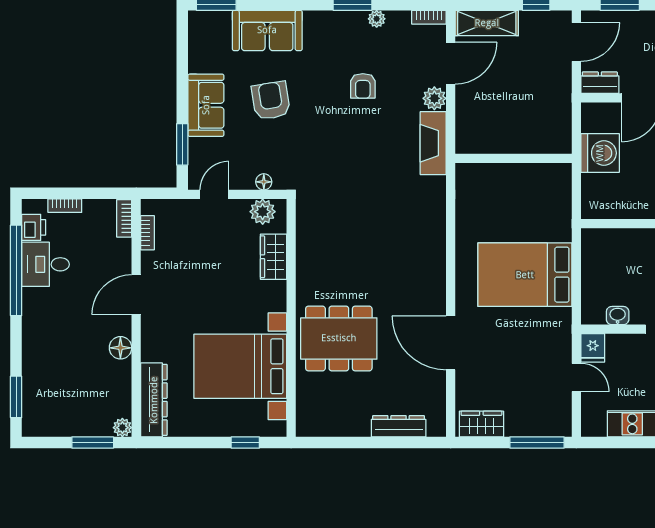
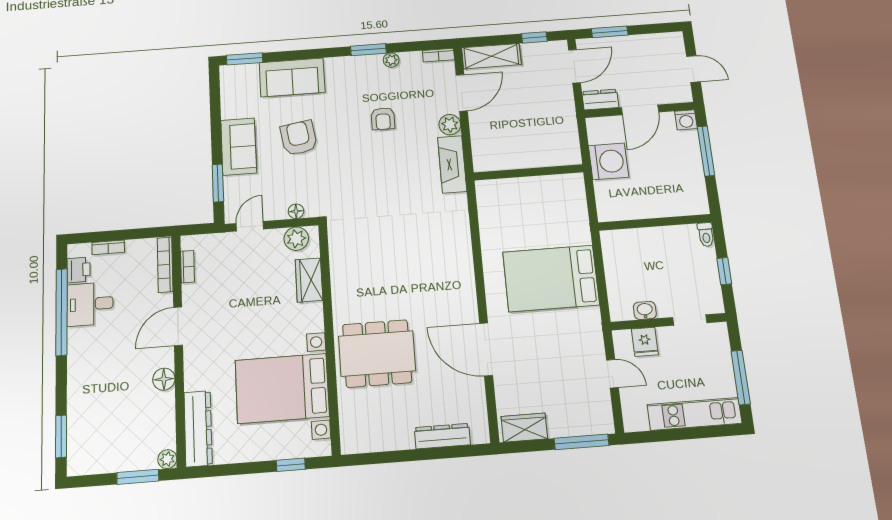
bookcase: (124, 218) -> (165, 265), width x1.56
fridge: (593, 348) -> (645, 342), moved

